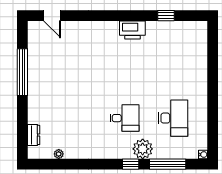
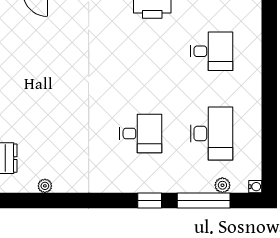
desk: (173, 62) -> (212, 51), added
plant: (143, 149) -> (222, 185), moved, width x0.53, depth x0.53

